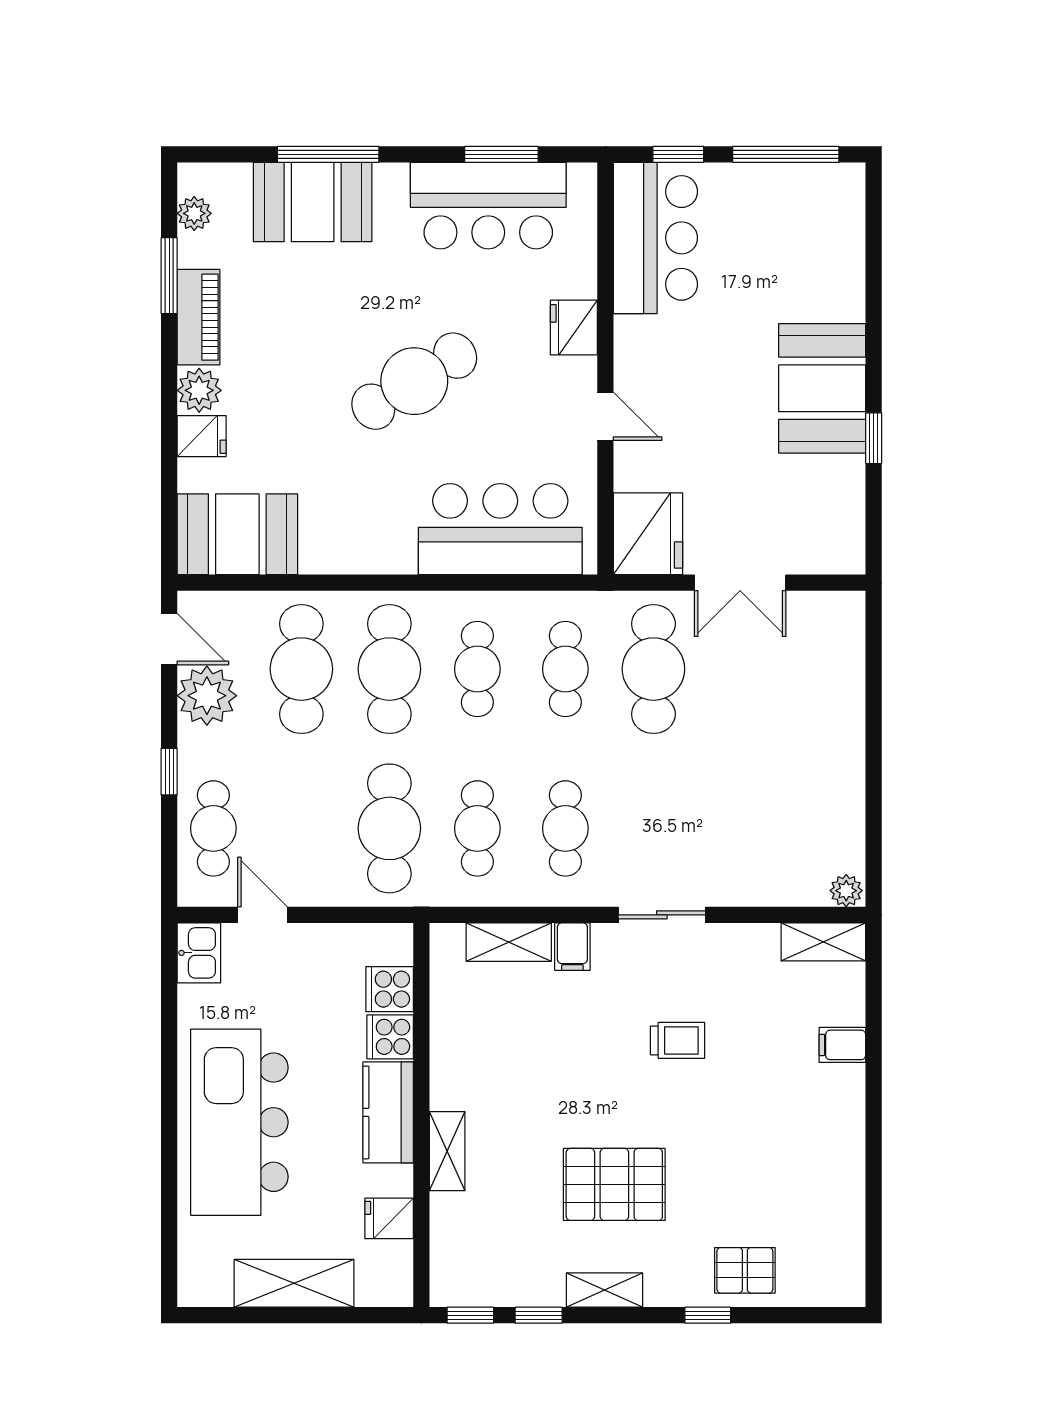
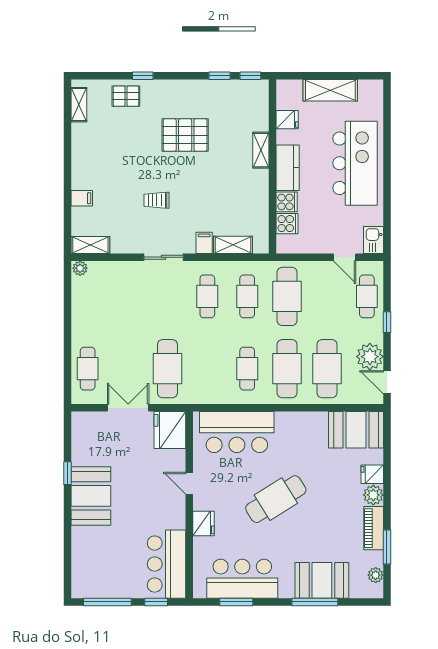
cafe table: (565, 669) -> (88, 369), moved
shelving: (605, 1290) -> (79, 105), moved, turned 90

